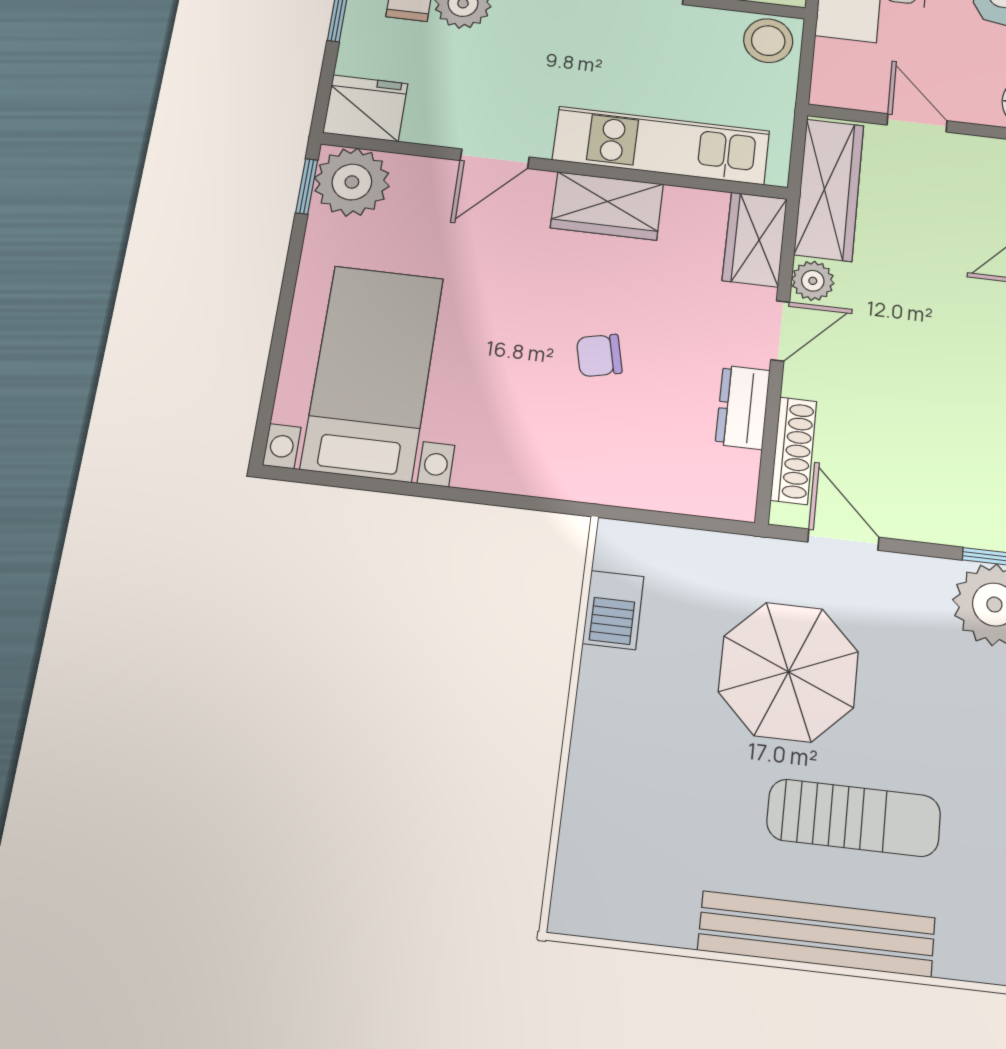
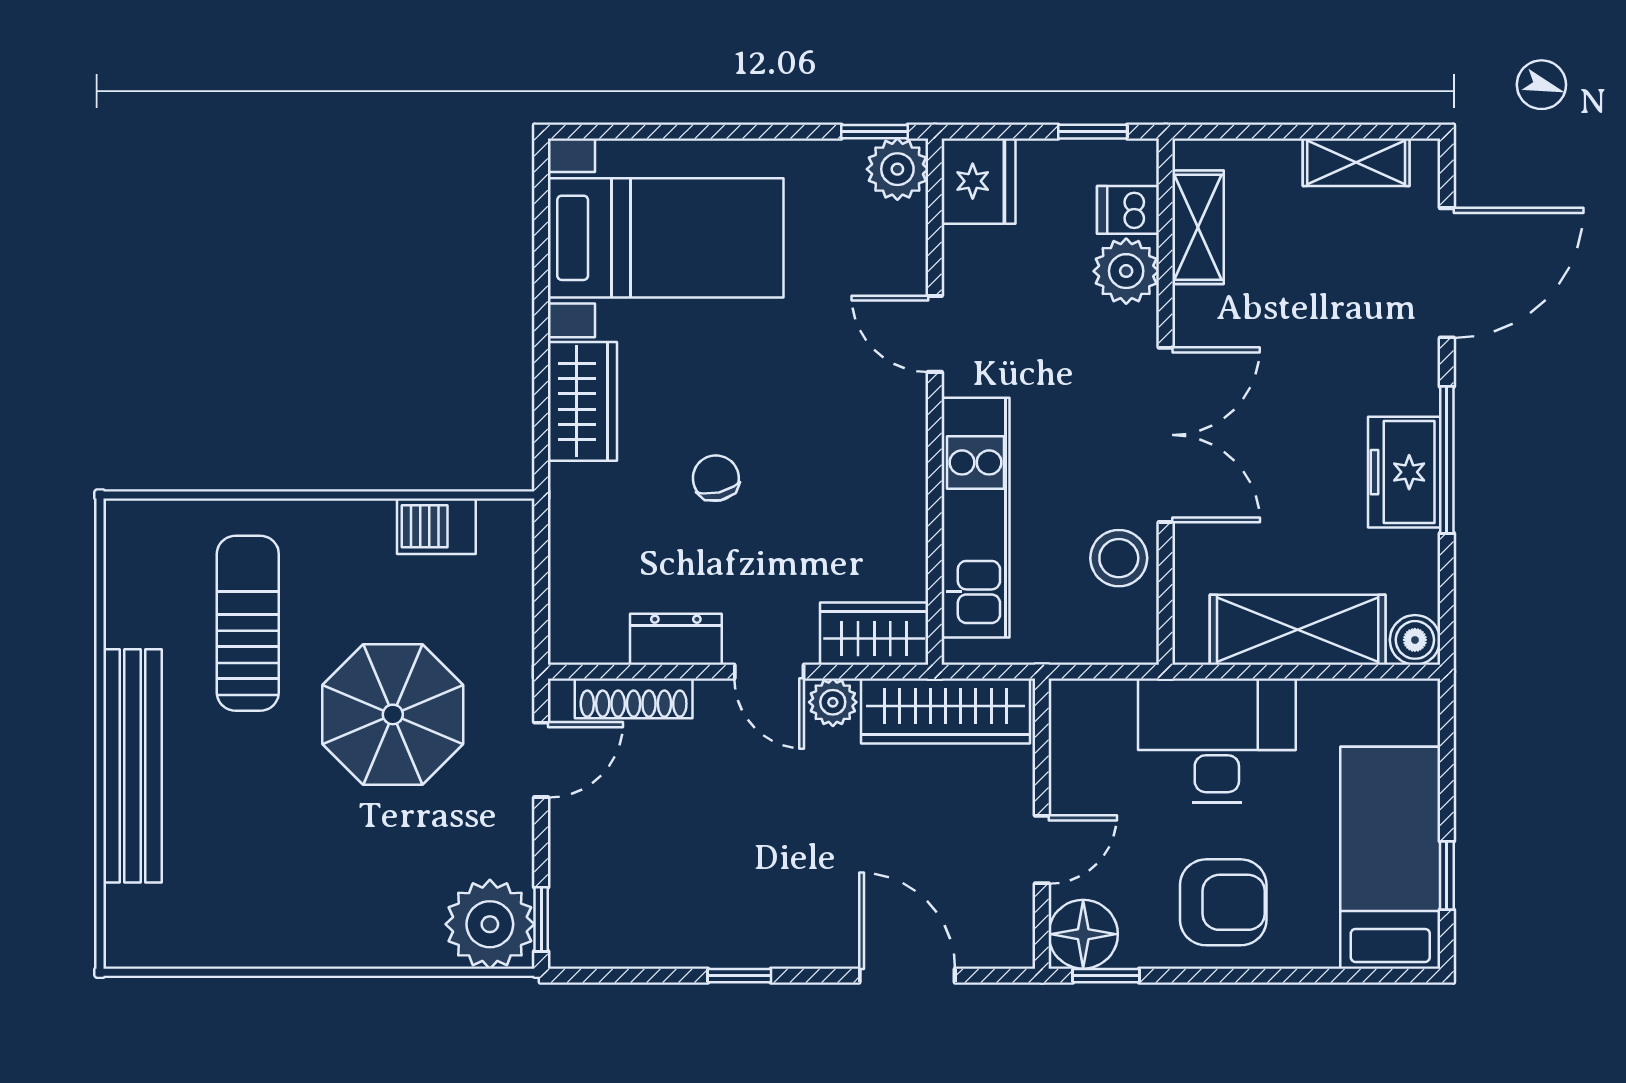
stool: (768, 41) -> (1119, 558), moved
door: (917, 123) -> (1042, 849), moved
plant: (352, 182) -> (897, 169), width x0.73, depth x0.73
wardrobe: (607, 206) -> (582, 401), moved, turned 180
sun lounger: (854, 818) -> (248, 623), moved, turned 180

